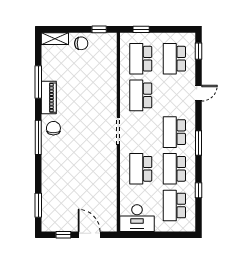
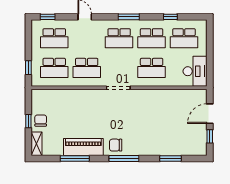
window: (99, 29) -> (28, 121), moved
piano: (49, 98) -> (83, 147), width x1.37, depth x1.33
window: (38, 205) -> (171, 159), moved

